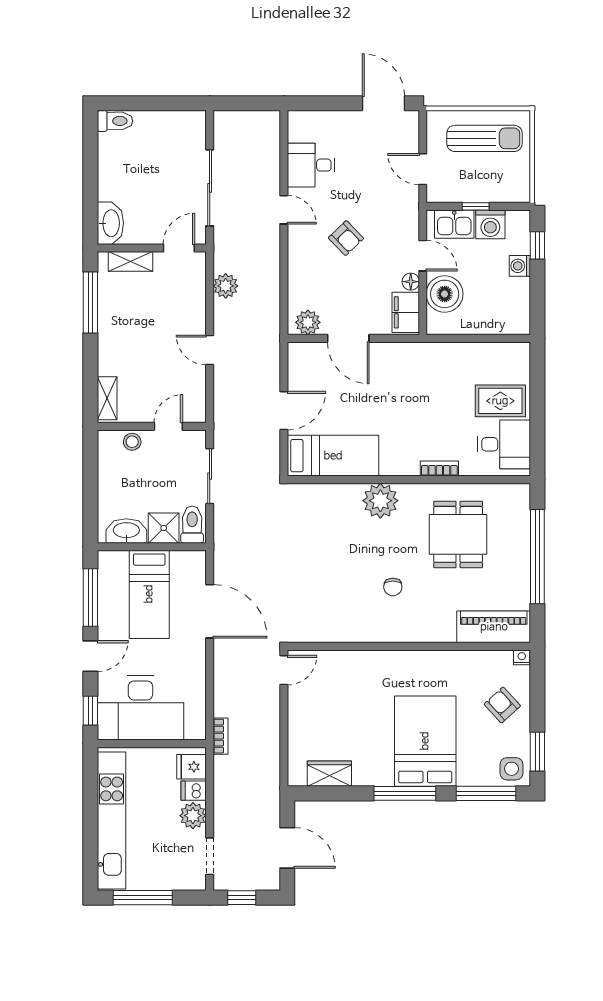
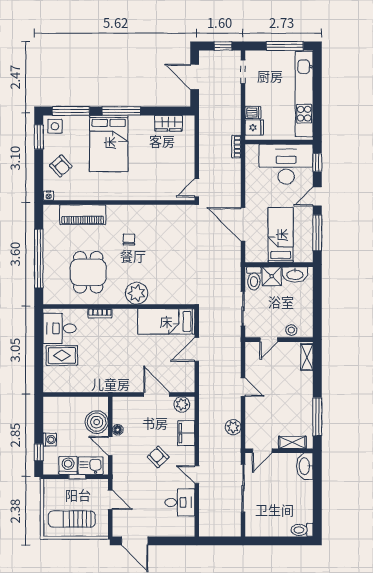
filing cabinet: (406, 312) -> (186, 433), moved, turned 180
piano: (494, 627) -> (83, 215), moved
plant: (193, 816) -> (253, 97), removed

